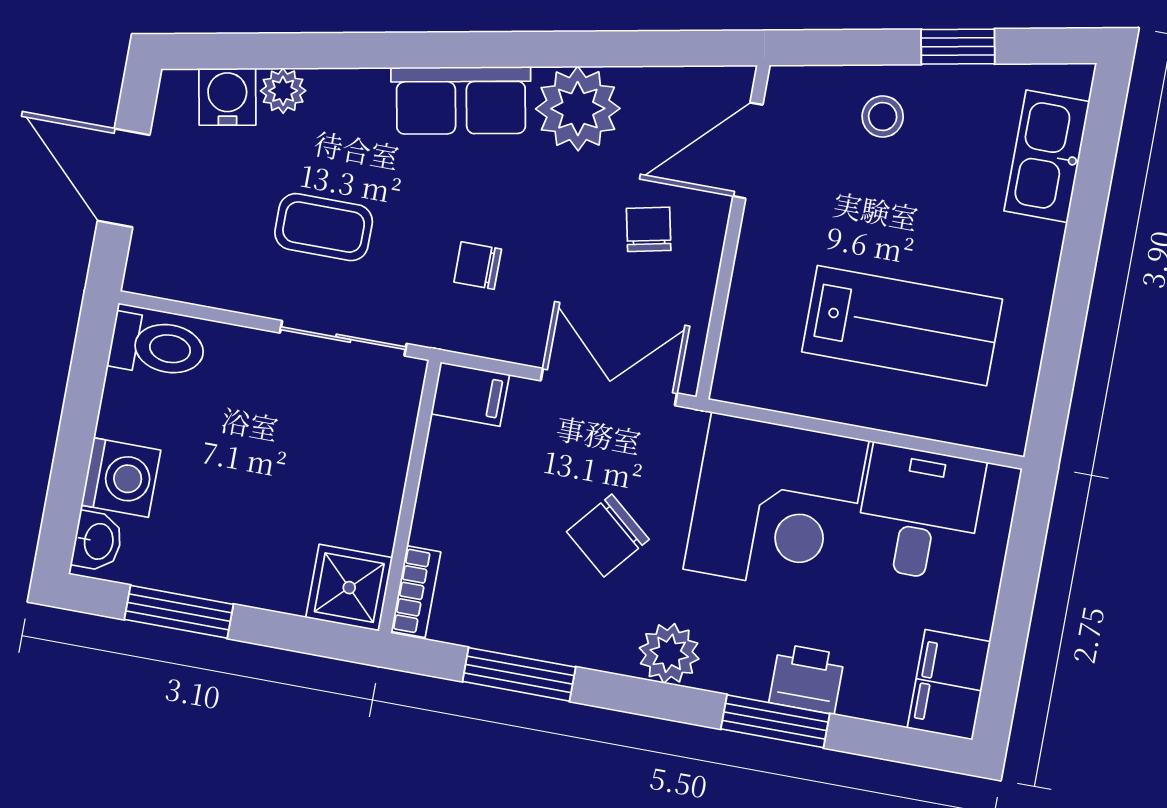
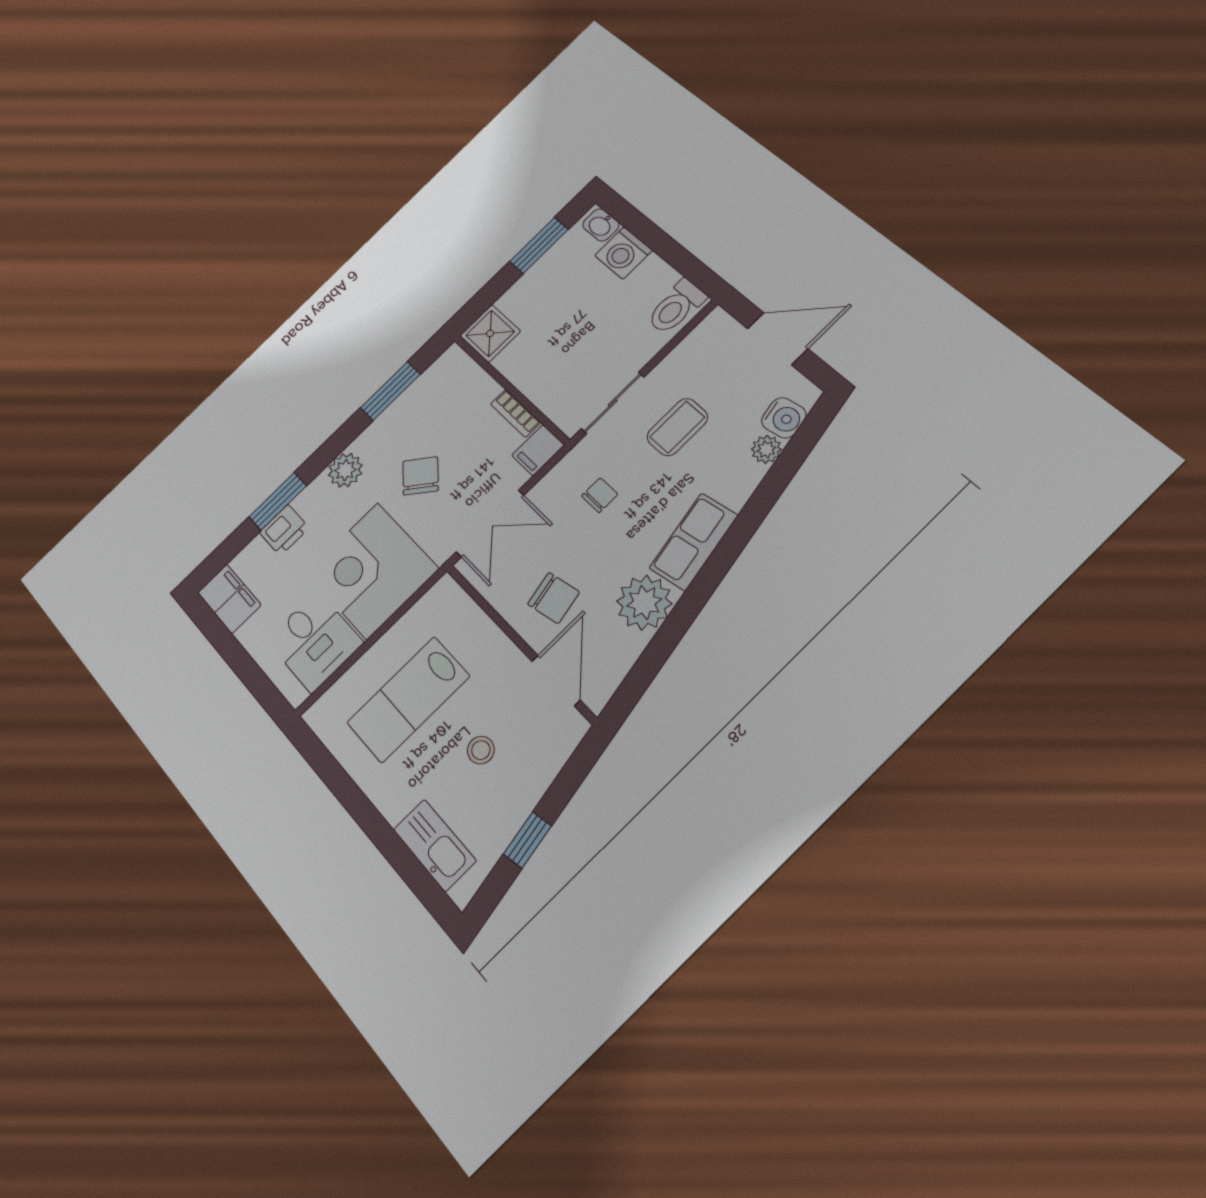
stool: (883, 116) -> (481, 750), moved
chair: (649, 229) -> (553, 598), width x1.37, depth x1.37
bookcase: (416, 592) -> (516, 413), moved

